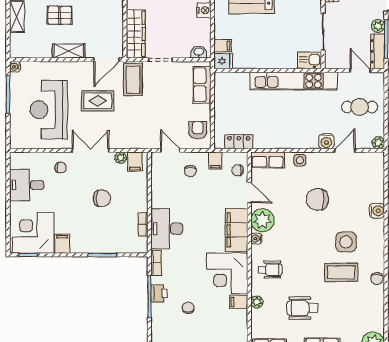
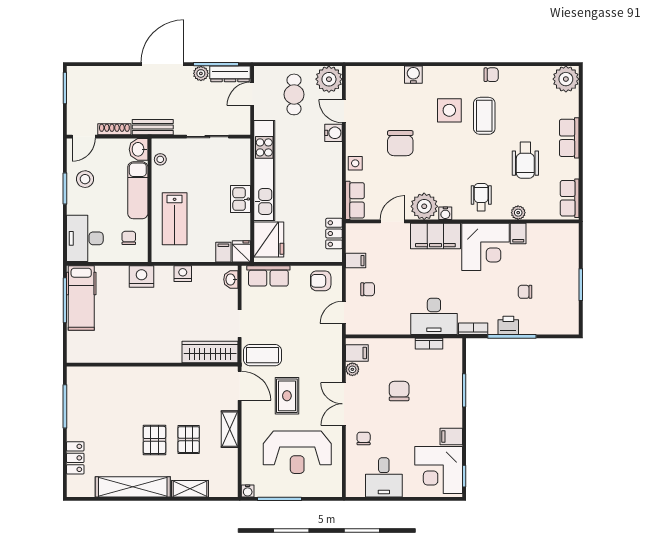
kitchen sink: (310, 60) -> (240, 199), moved
fridge: (233, 85) -> (269, 240), added
plant: (378, 143) -> (329, 79), width x1.87, depth x1.87
chair: (238, 170) -> (367, 235), removed

